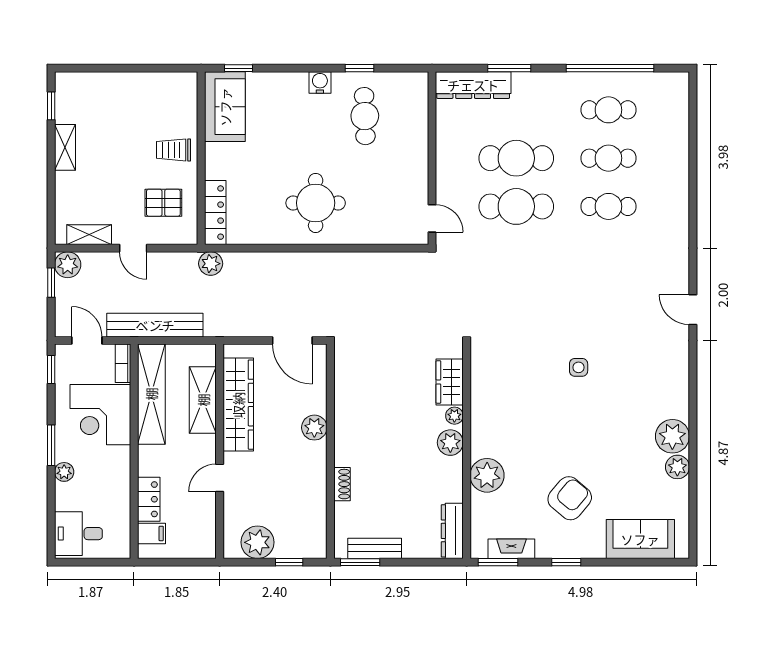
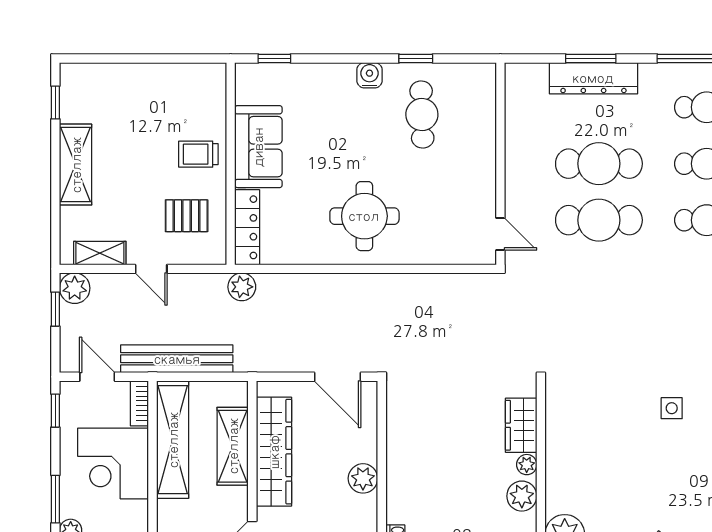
dresser: (473, 85) -> (593, 78), moved
sofa: (225, 107) -> (258, 147), moved
shelving: (65, 147) -> (76, 165), width x1.50, depth x1.33

